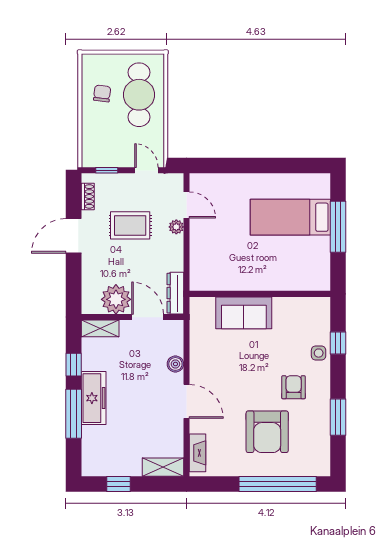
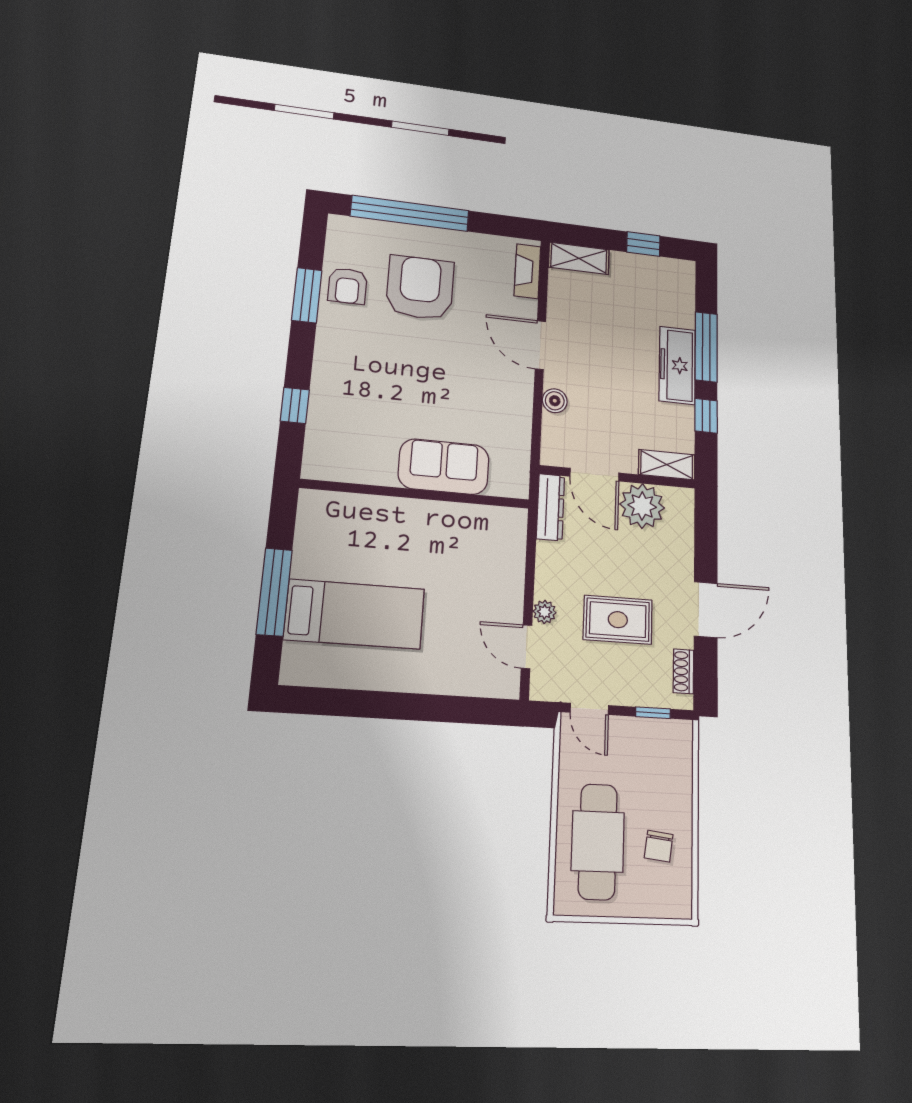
side table: (319, 353) -> (328, 393), removed
armchair: (294, 387) -> (348, 286), moved

